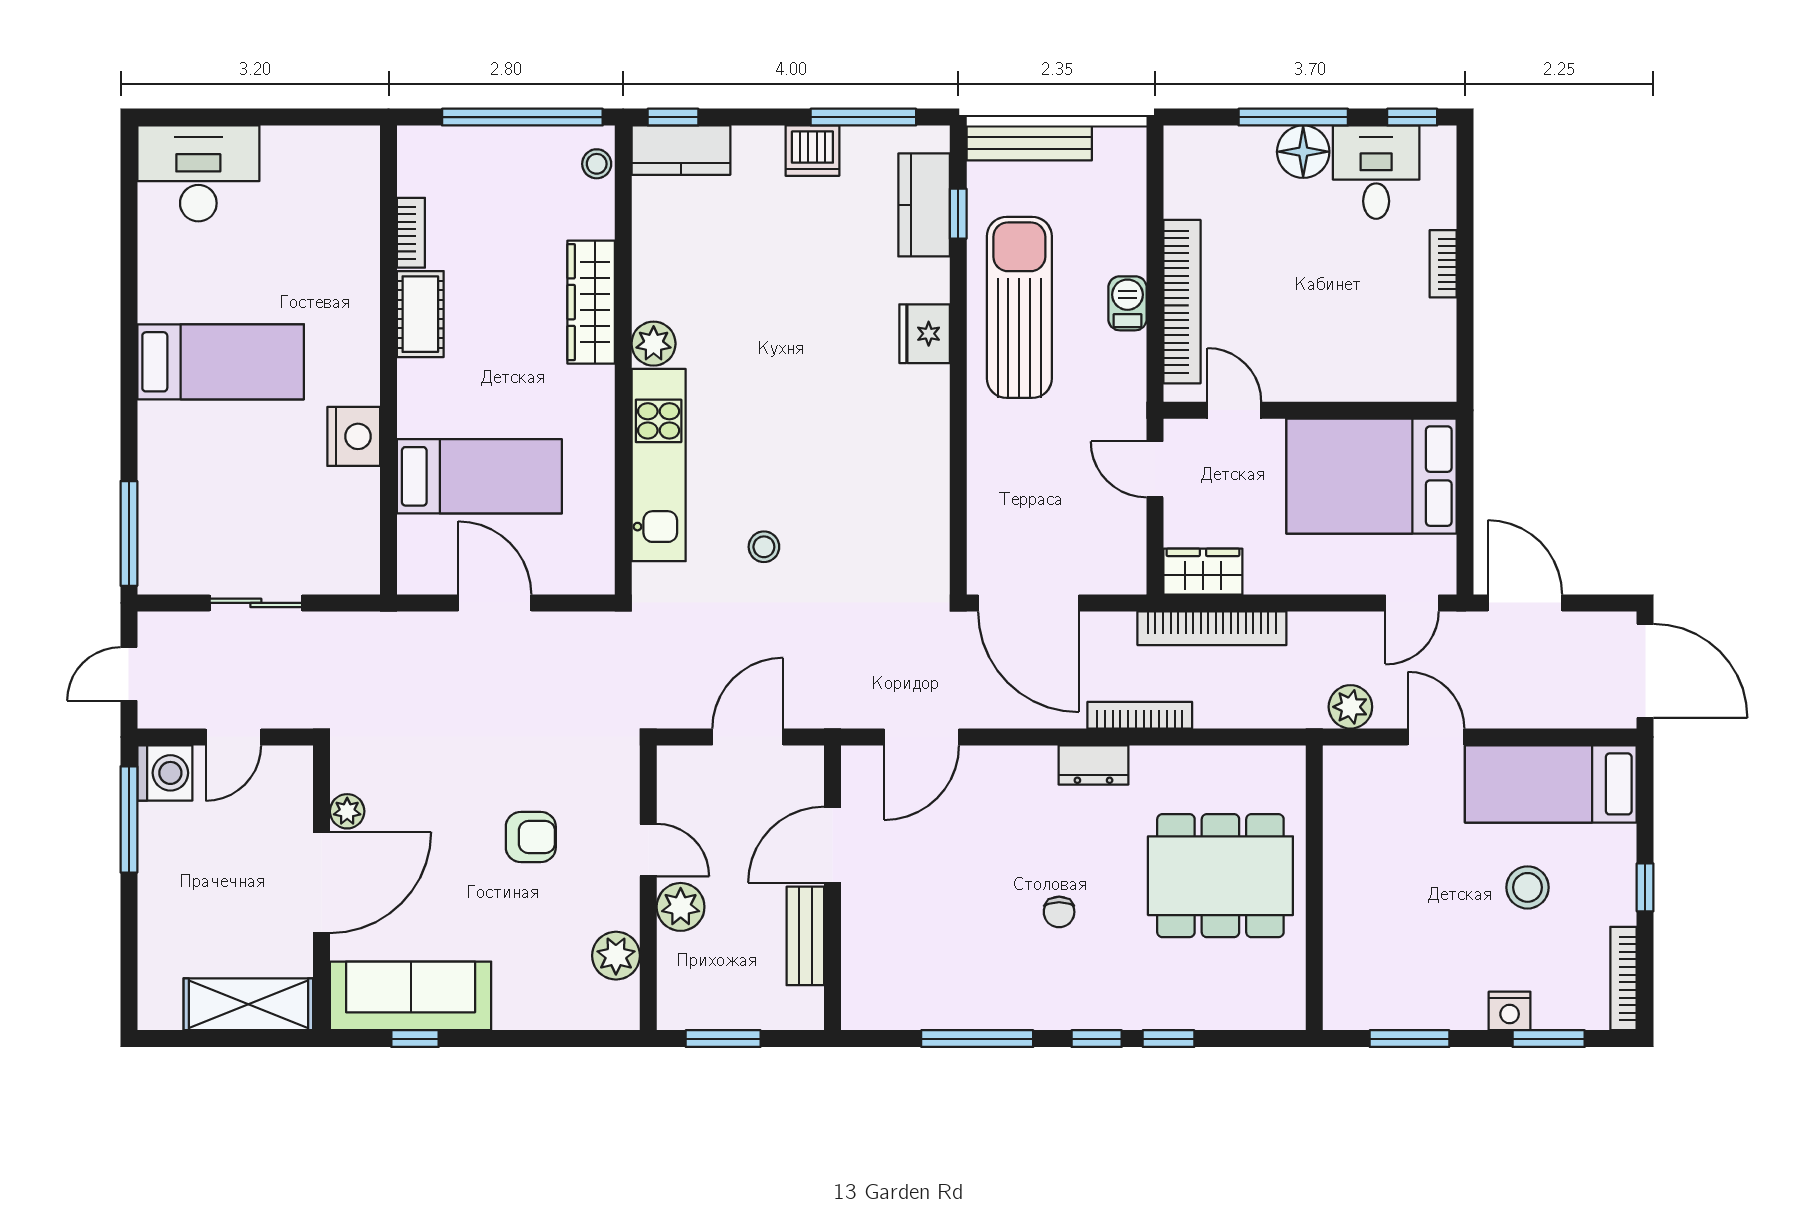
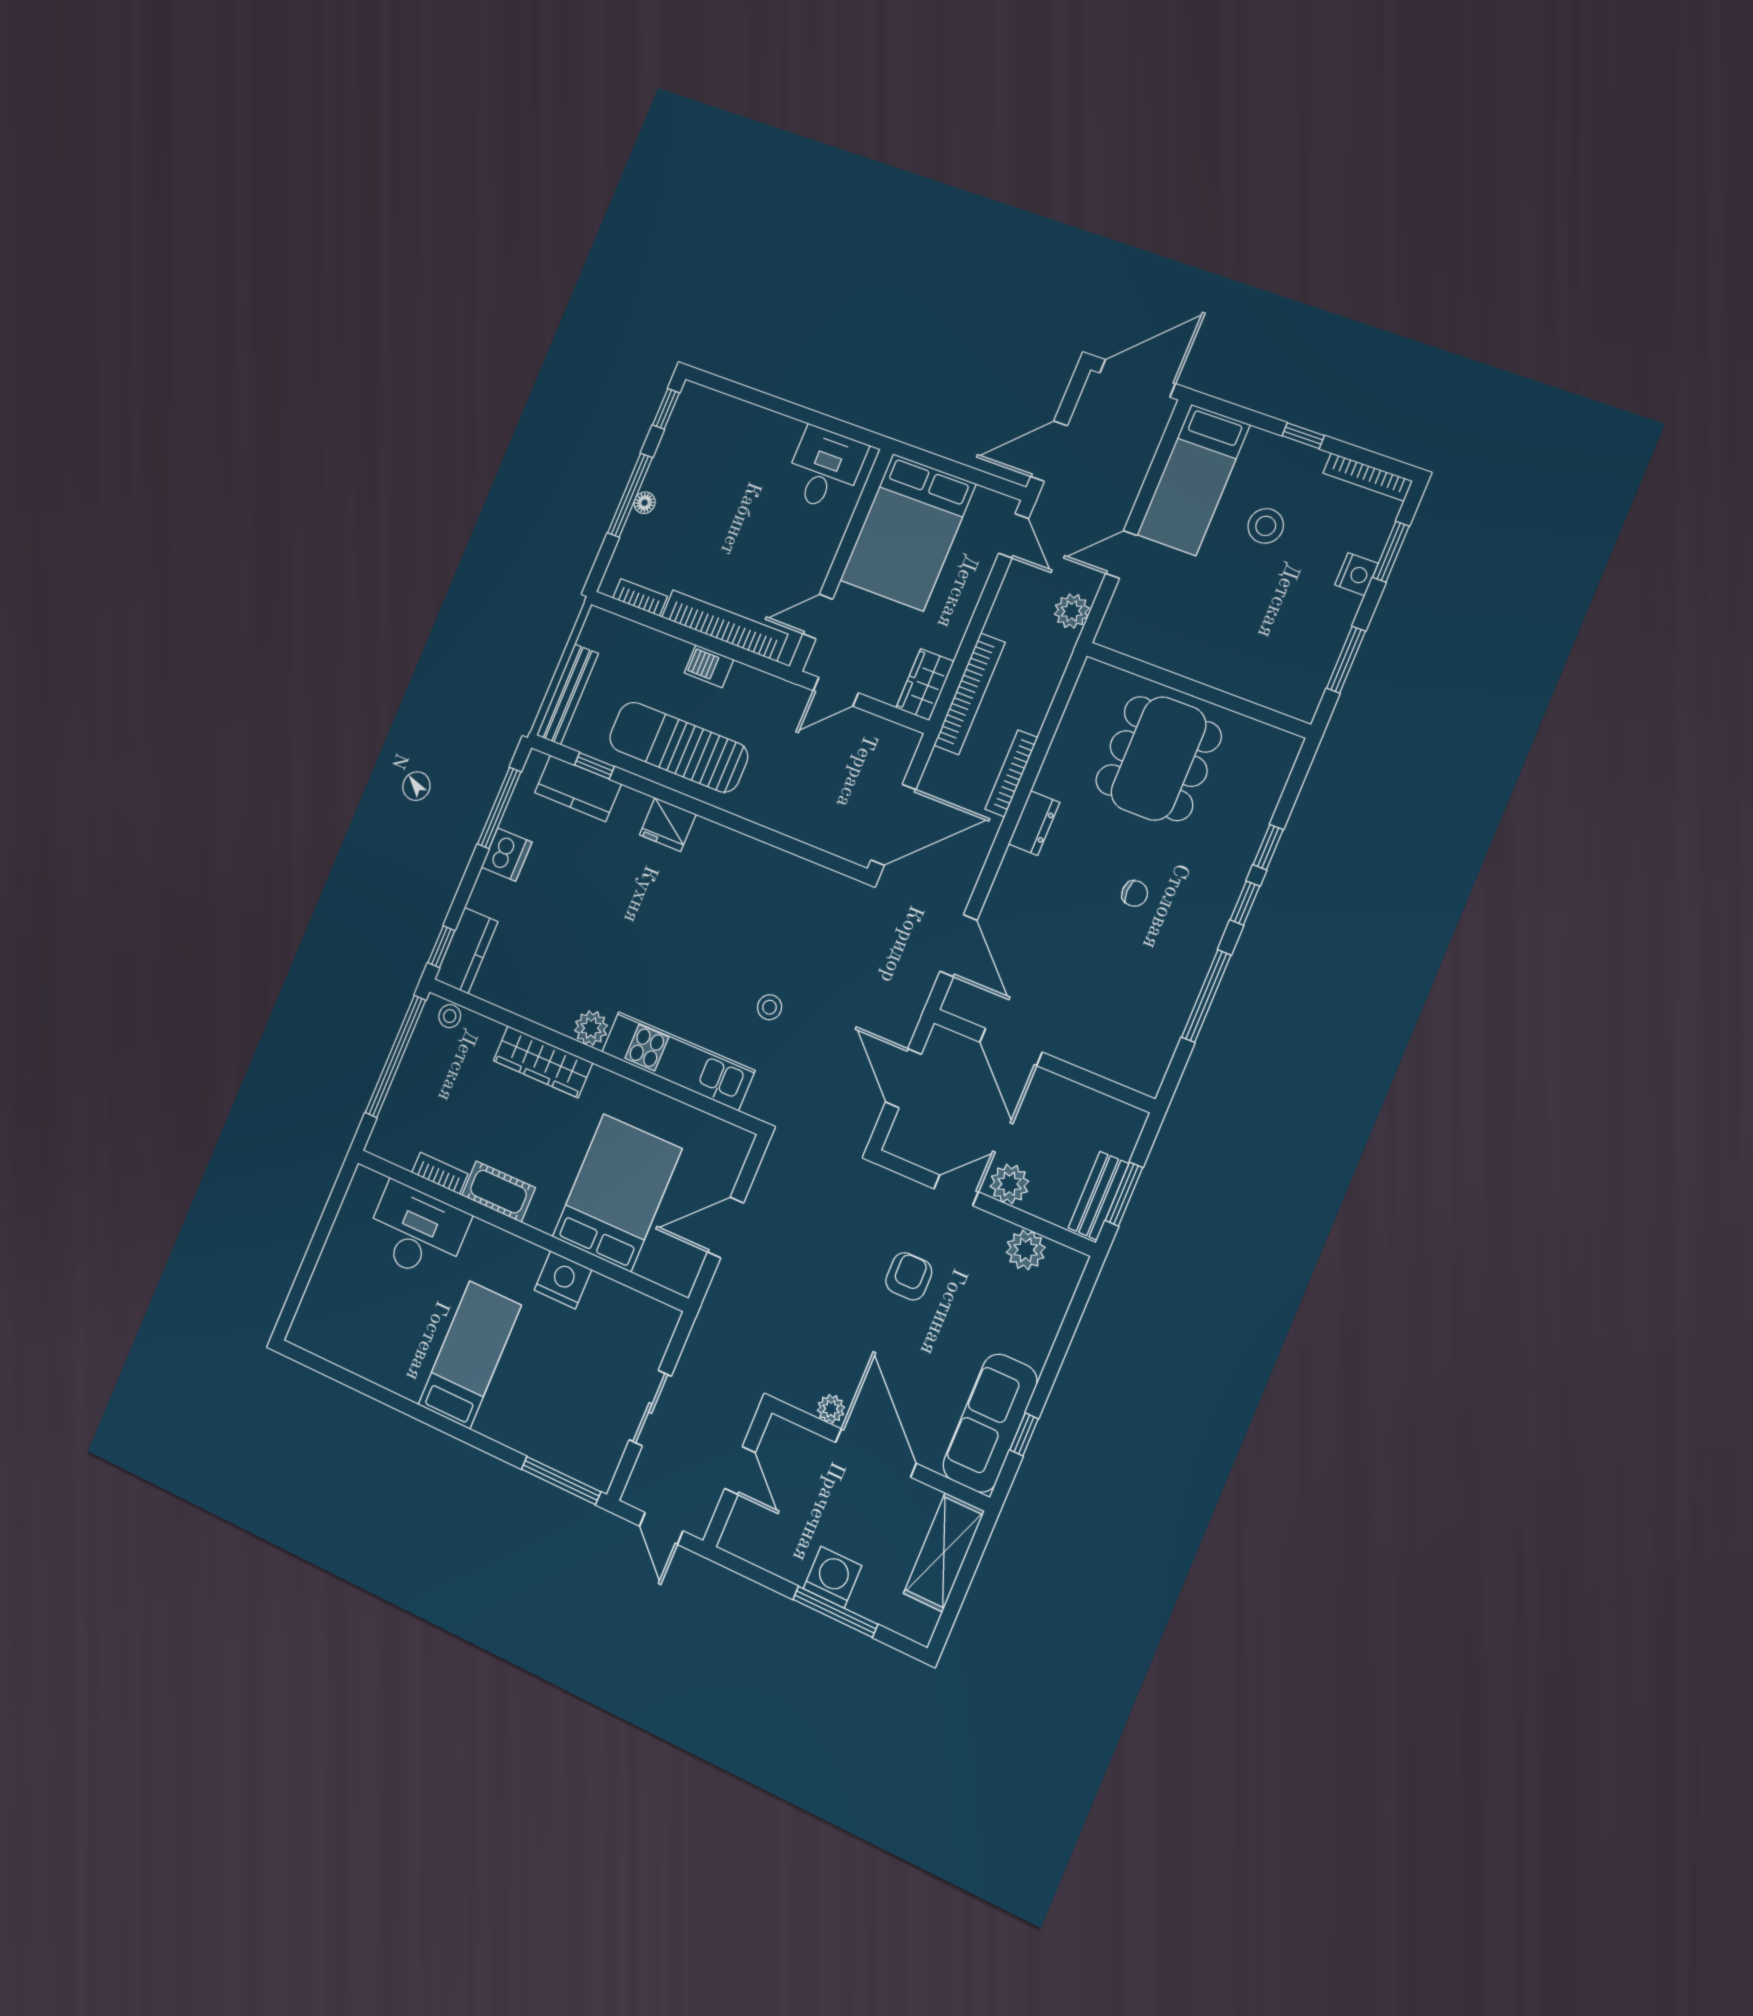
floor lamp: (1303, 152) -> (645, 503), width x0.53, depth x0.53
desk: (1376, 172) -> (825, 469), moved, turned 90
desk: (198, 173) -> (417, 1232), moved, turned 90
bookcase: (1443, 264) -> (640, 597), moved, turned 180
bed: (479, 476) -> (617, 1193), width x1.50
washing machine: (165, 773) -> (832, 1577), moved
window: (129, 819) -> (835, 1612), moved
bench: (805, 936) -> (1099, 1196), moved, turned 90

